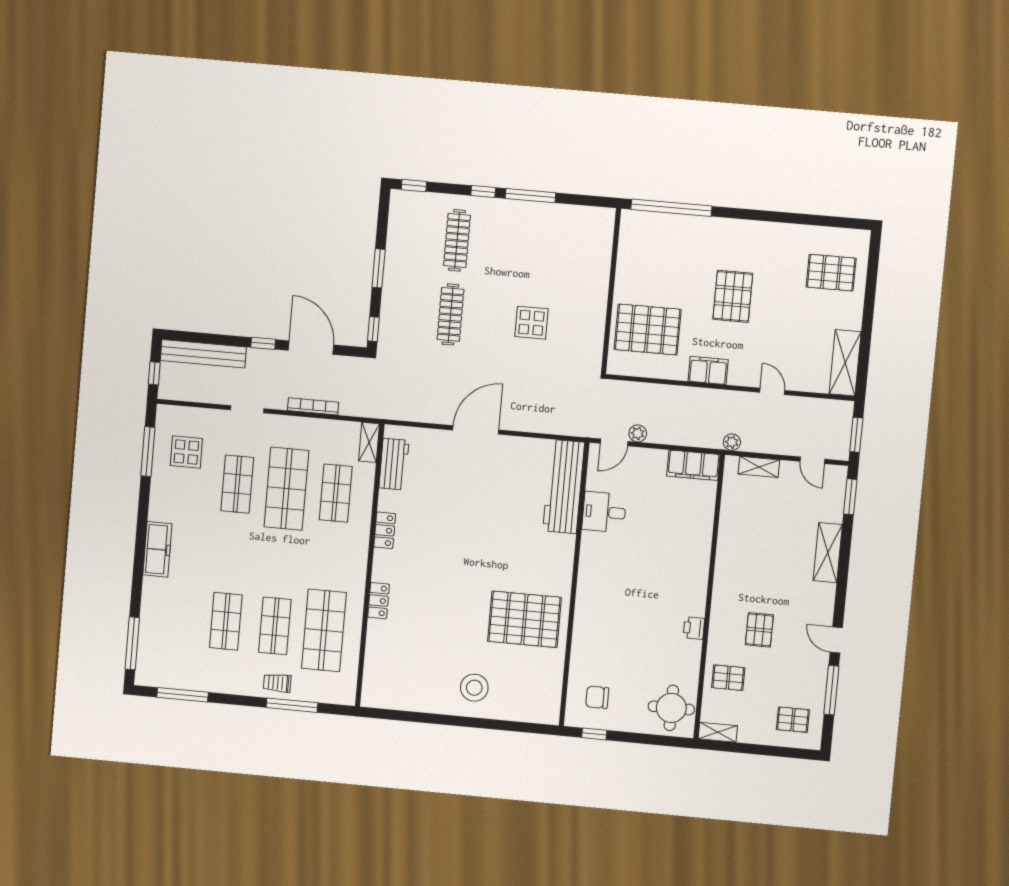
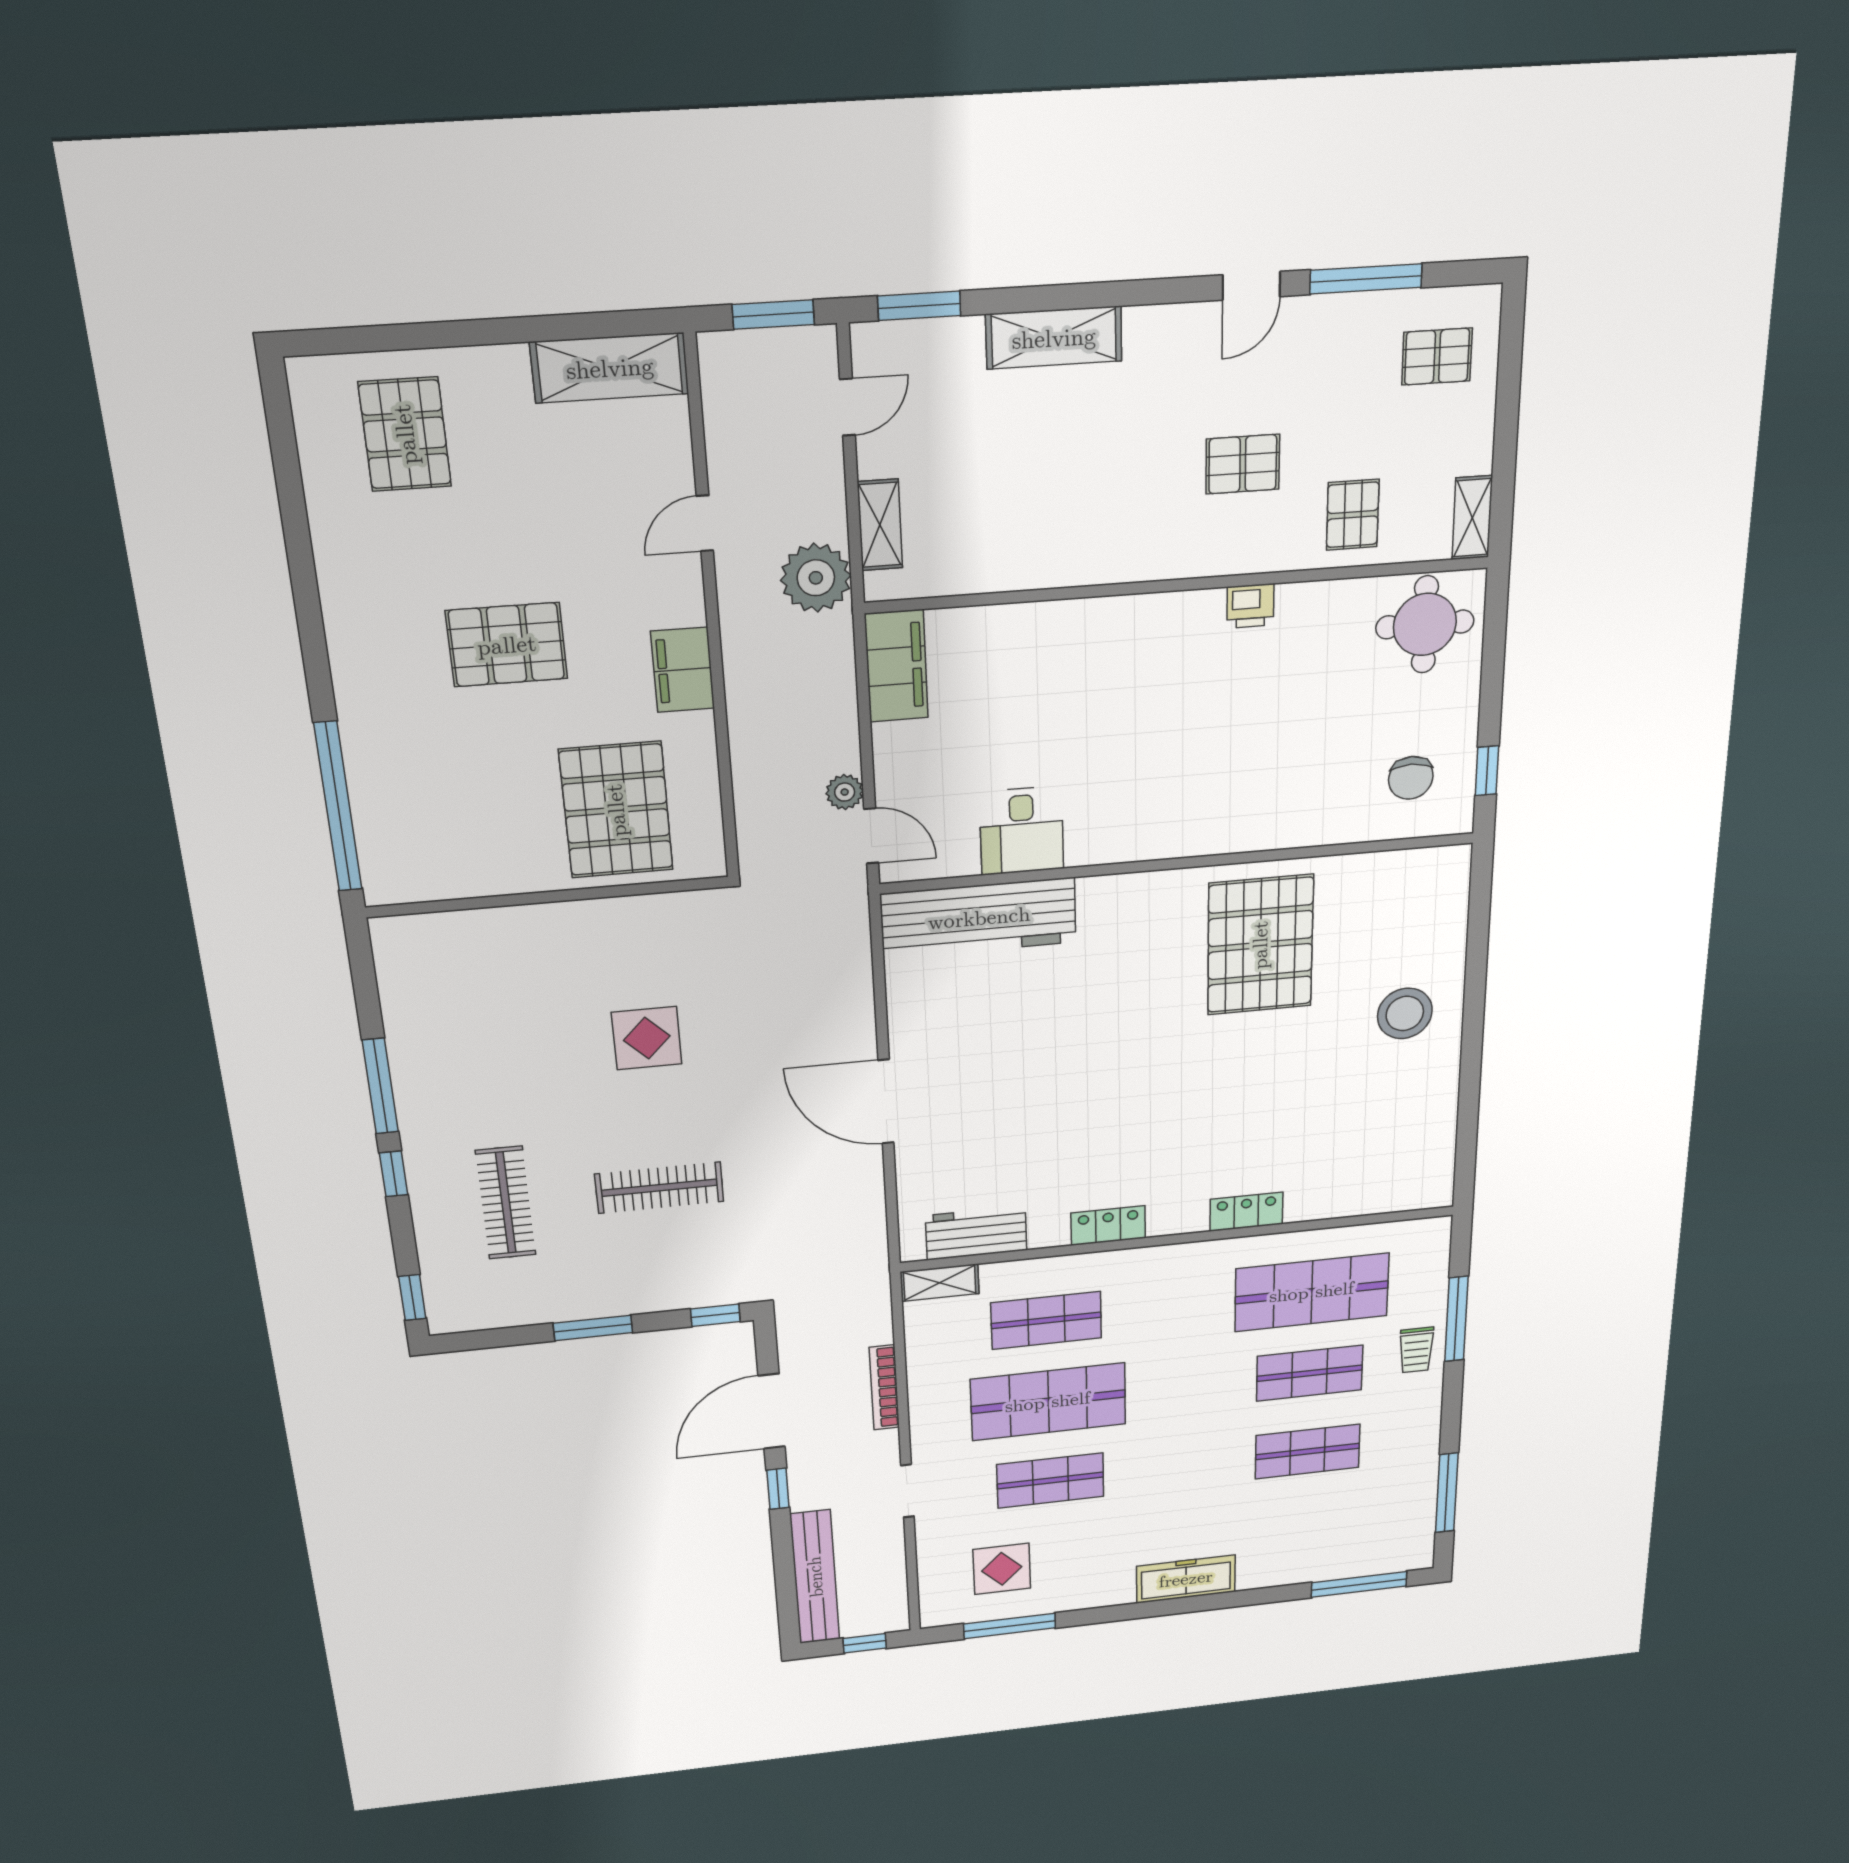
clothes rail: (457, 240) -> (506, 1203), turned 90
plant: (732, 442) -> (816, 578), width x1.87, depth x1.87
pallet: (793, 720) -> (1437, 357), turned 90

